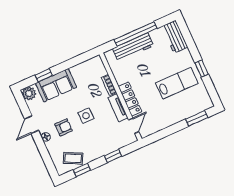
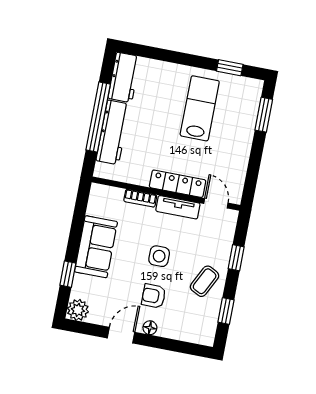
workbench: (175, 37) -> (124, 77), moved, turned -90
window: (202, 69) -> (230, 68), moved
sofa: (56, 85) -> (96, 247), moved
door: (32, 125) -> (121, 335), swing flipped
armchair: (64, 127) -> (154, 296), turned -90
coffee table: (73, 158) -> (205, 281), moved

